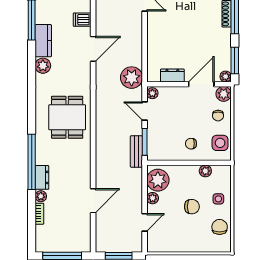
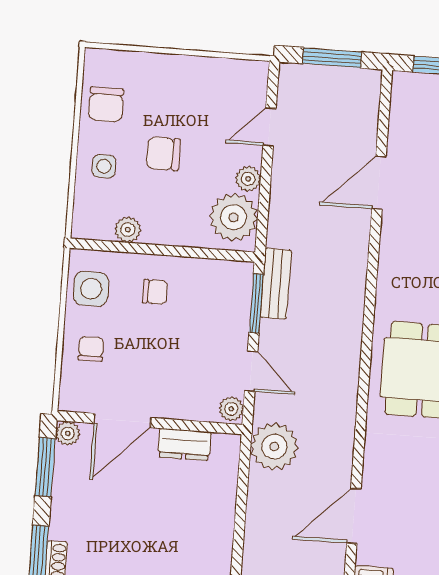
plant: (224, 94) -> (75, 396), removed

